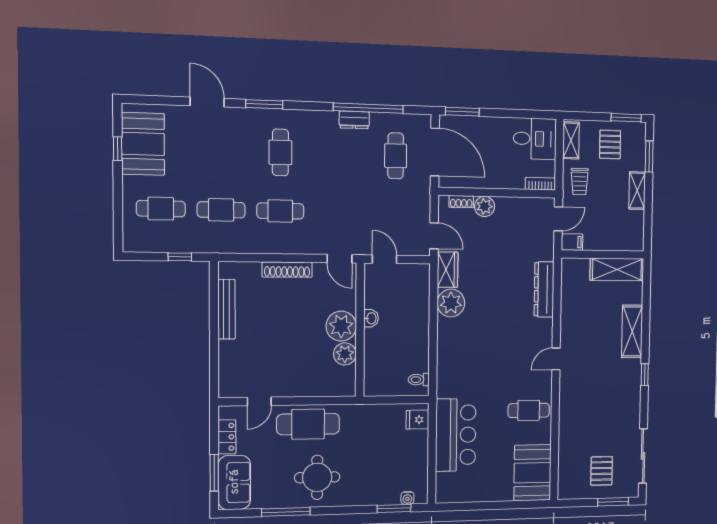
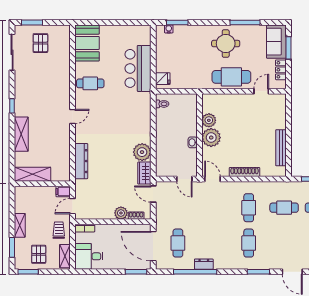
cafe table: (280, 211) -> (249, 208), turned 90

